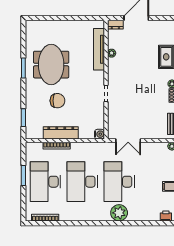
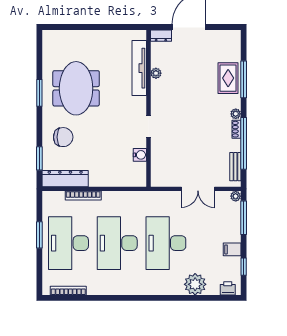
chair: (57, 101) -> (63, 137), moved
dresser: (61, 133) -> (65, 179), moved
water cooler: (99, 134) -> (140, 155), moved
double door: (128, 141) -> (198, 189), moved
plant: (119, 213) -> (195, 284), moved

